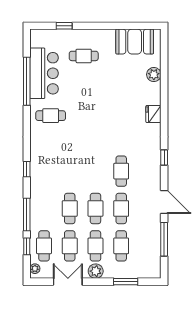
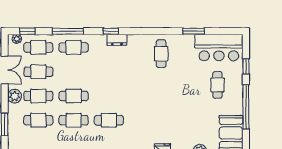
window: (107, 26) -> (246, 107), added
bar counter: (44, 73) -> (219, 48), moved
window: (27, 81) -> (194, 31), width x0.47
dresser: (36, 163) -> (117, 40), added
cafe table: (70, 208) -> (74, 47), moved
window: (27, 246) -> (27, 31), moved

